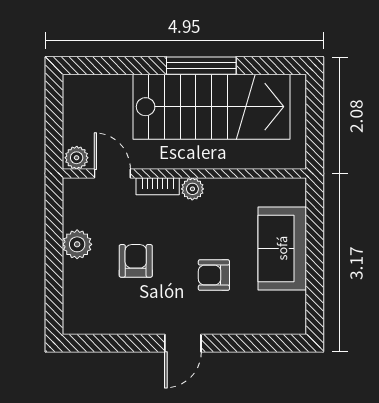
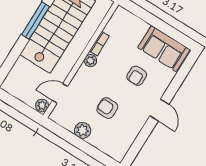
bookcase: (158, 186) -> (99, 44), moved
sofa: (282, 248) -> (164, 49), moved

